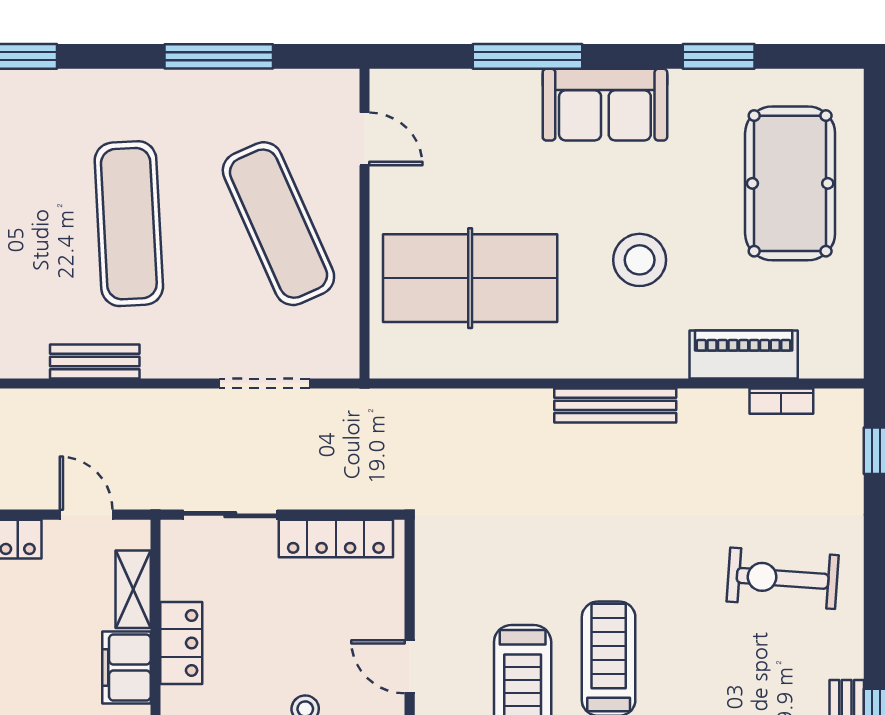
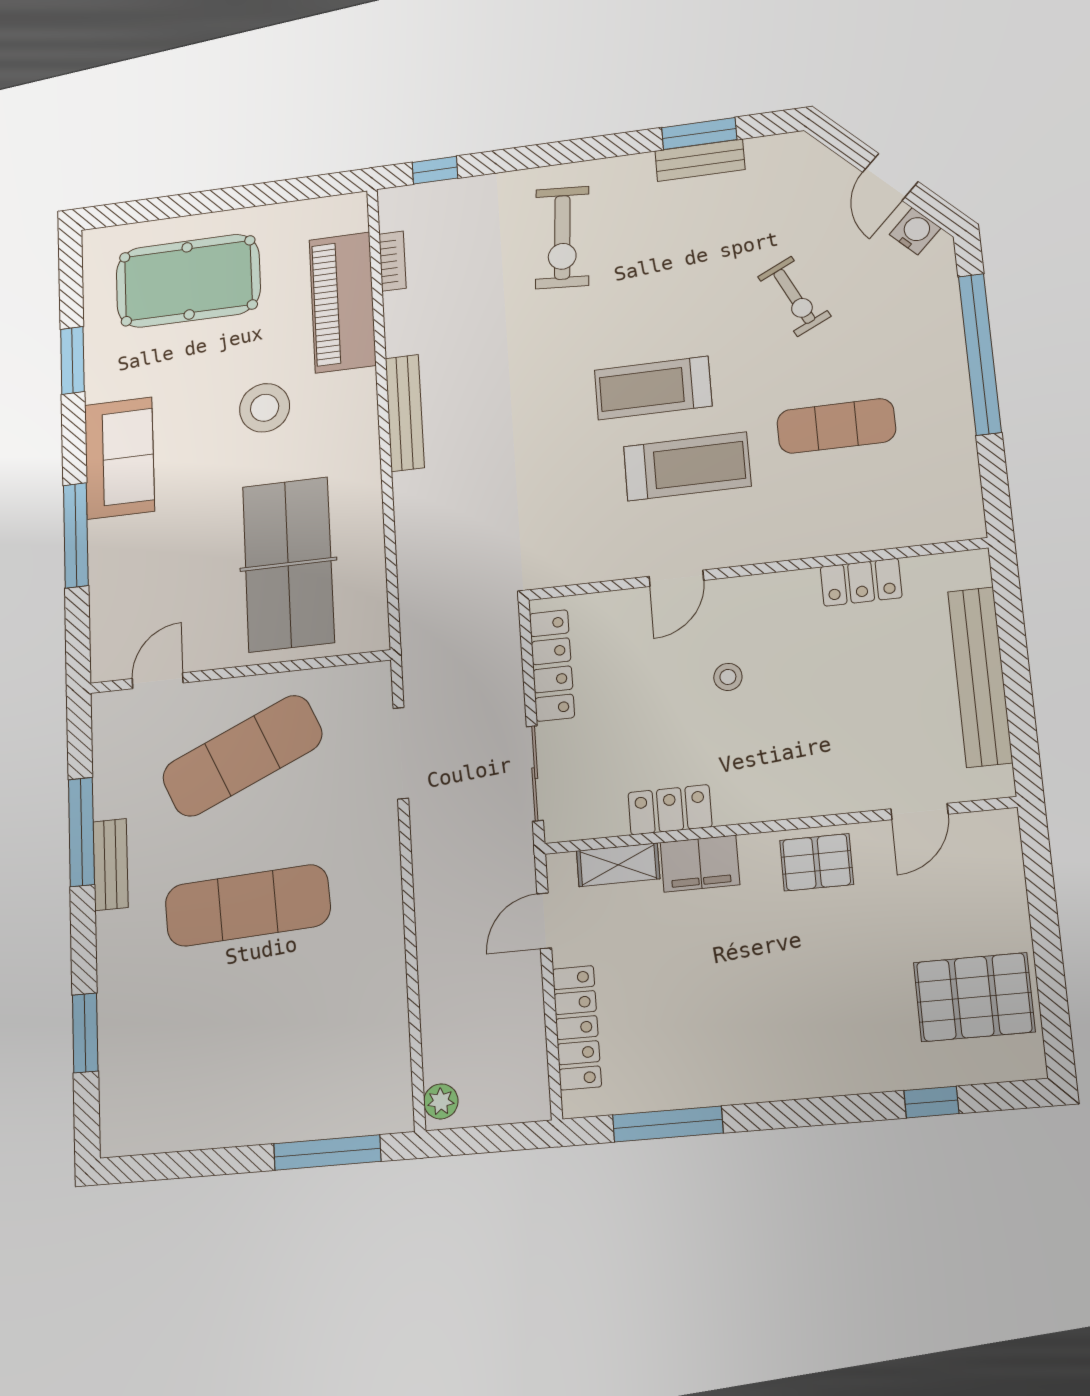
piano: (744, 354) -> (343, 302), width x1.37, depth x1.33
bench: (95, 361) -> (111, 865), moved

